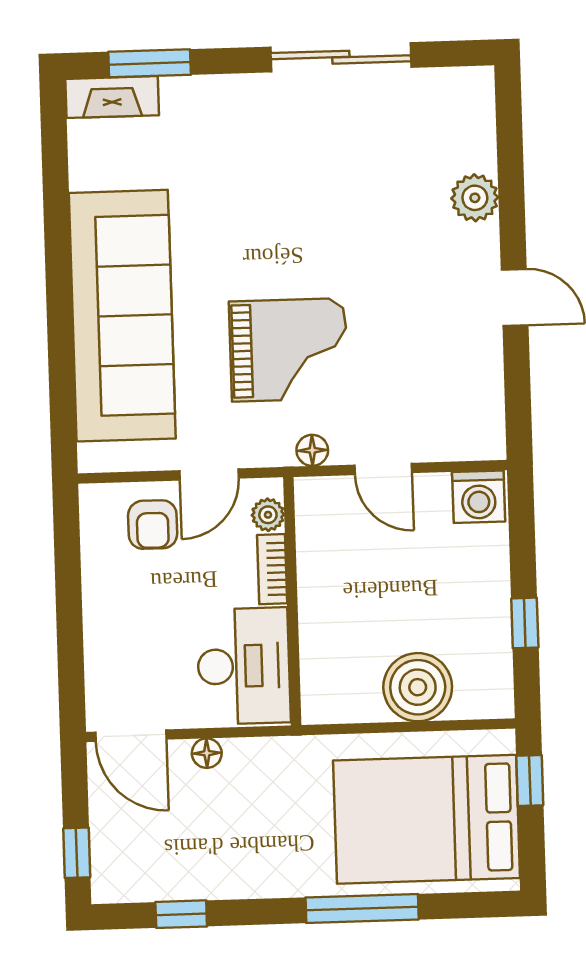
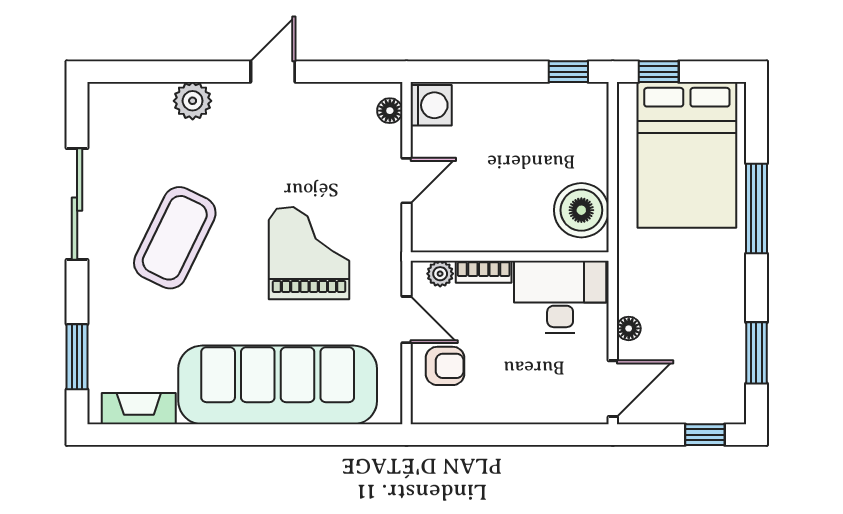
fireplace: (112, 97) -> (139, 409), moved, turned -90
coffee table: (302, 181) -> (175, 238), added
floor lamp: (312, 450) -> (390, 111), moved
window: (525, 623) -> (568, 72), moved
boiler: (418, 687) -> (581, 210), moved
window: (181, 914) -> (756, 353), width x1.50

